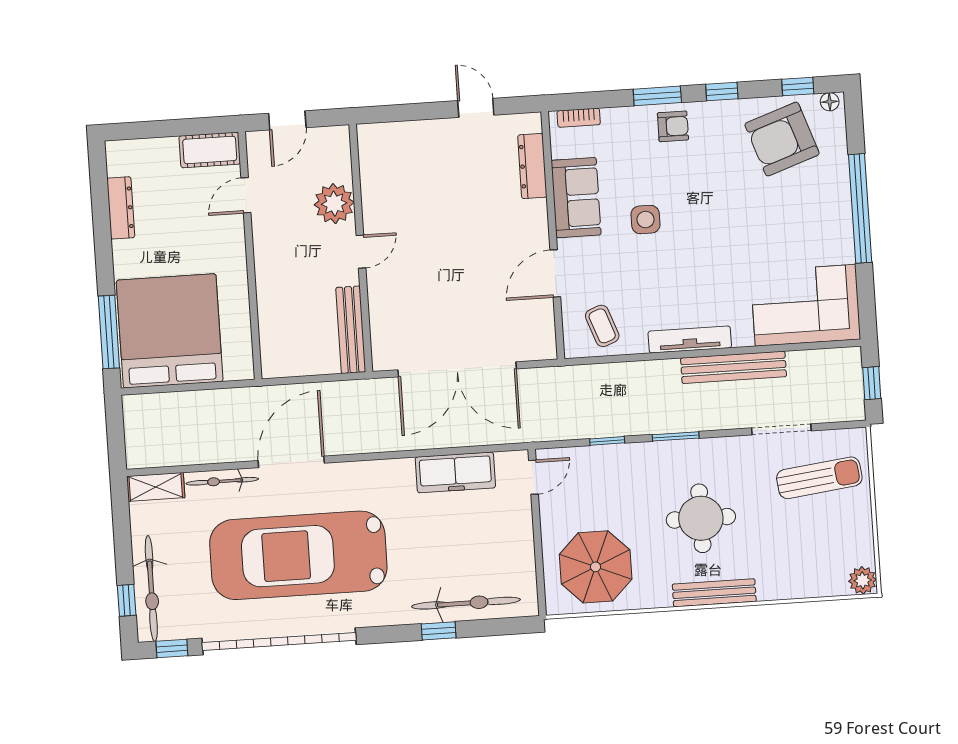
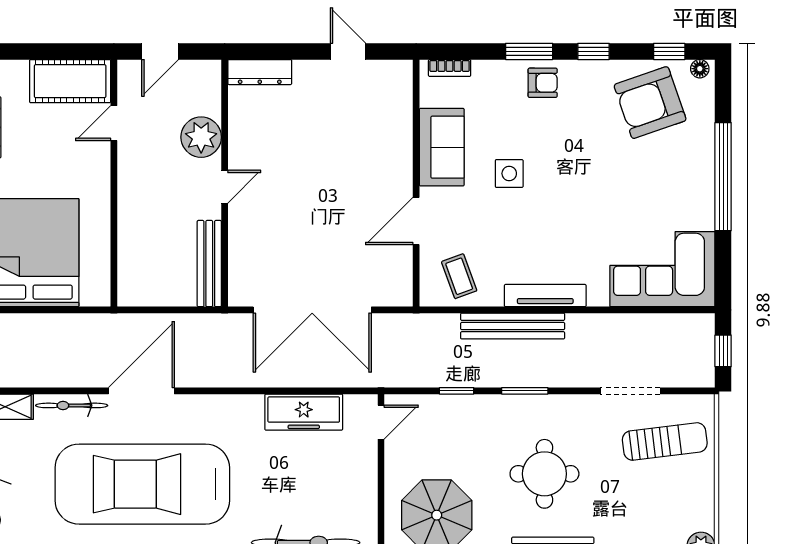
cot: (210, 150) -> (70, 81), width x1.37, depth x1.34
dresser: (532, 166) -> (260, 72), moved, turned -90
bench: (734, 367) -> (513, 326), moved

